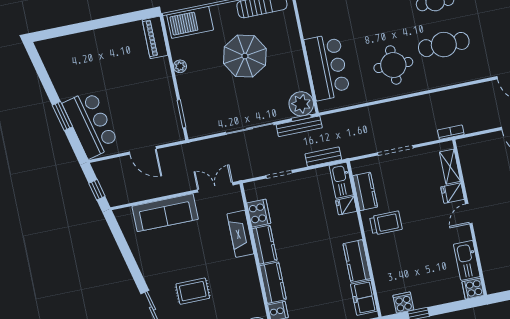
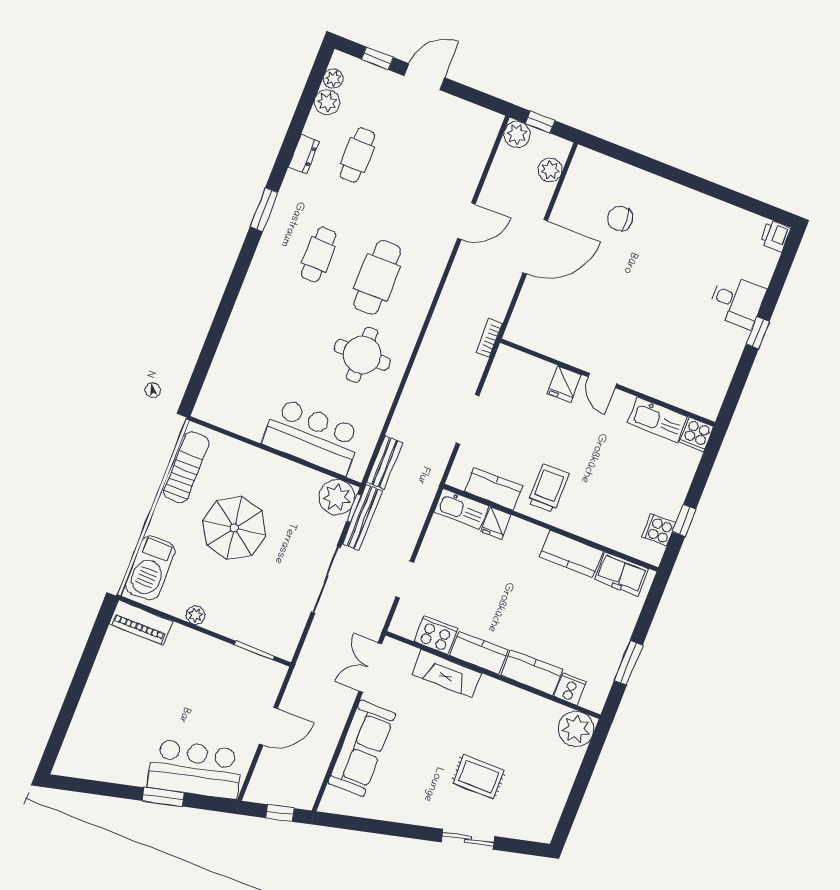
bench: (323, 157) -> (385, 463), moved
shelving: (450, 167) -> (530, 366), removed
rug: (193, 291) -> (479, 777), turned 90

